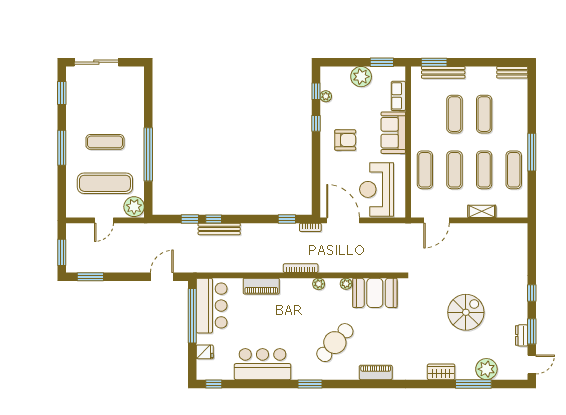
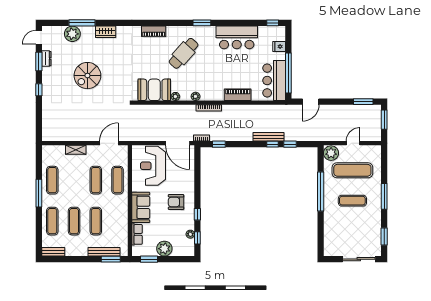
exercise mat: (484, 170) -> (52, 221), moved
reception desk: (377, 189) -> (153, 166), turned 180

